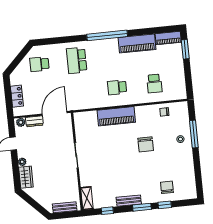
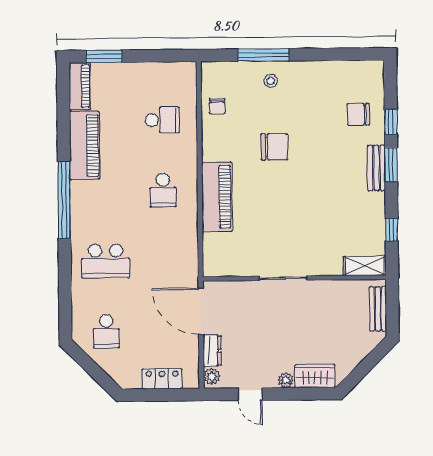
bench: (129, 201) -> (376, 168), moved

